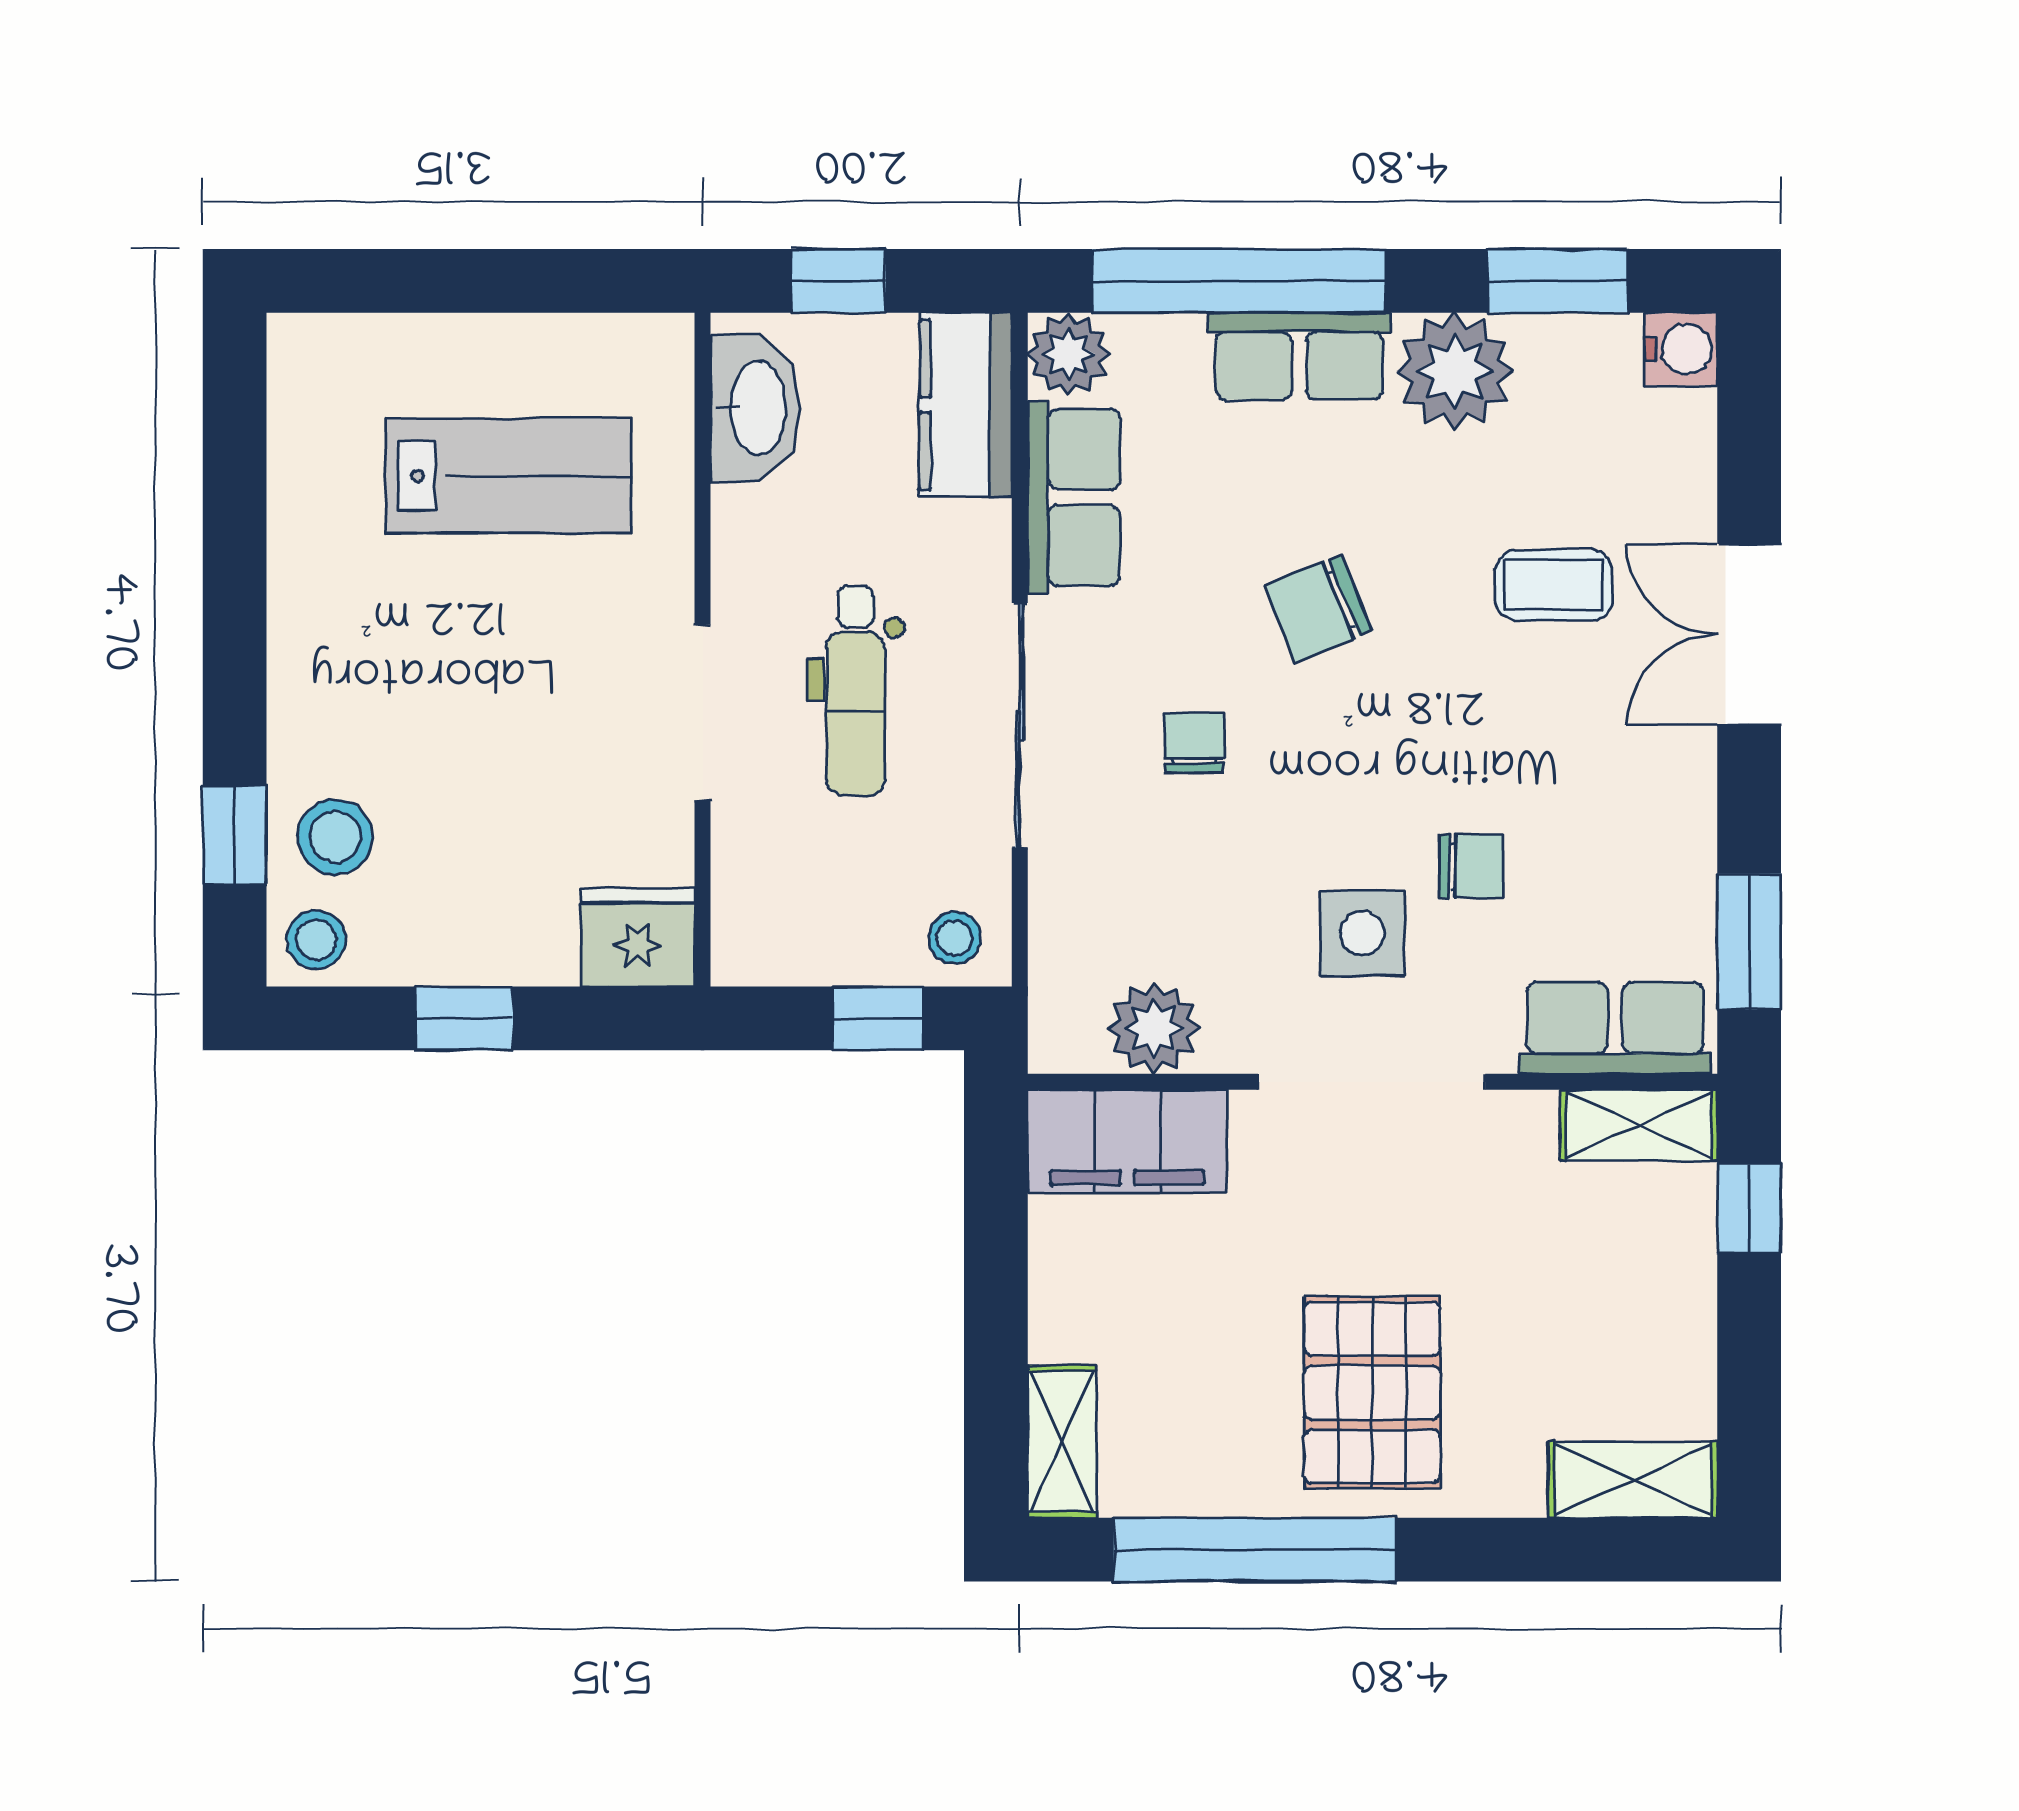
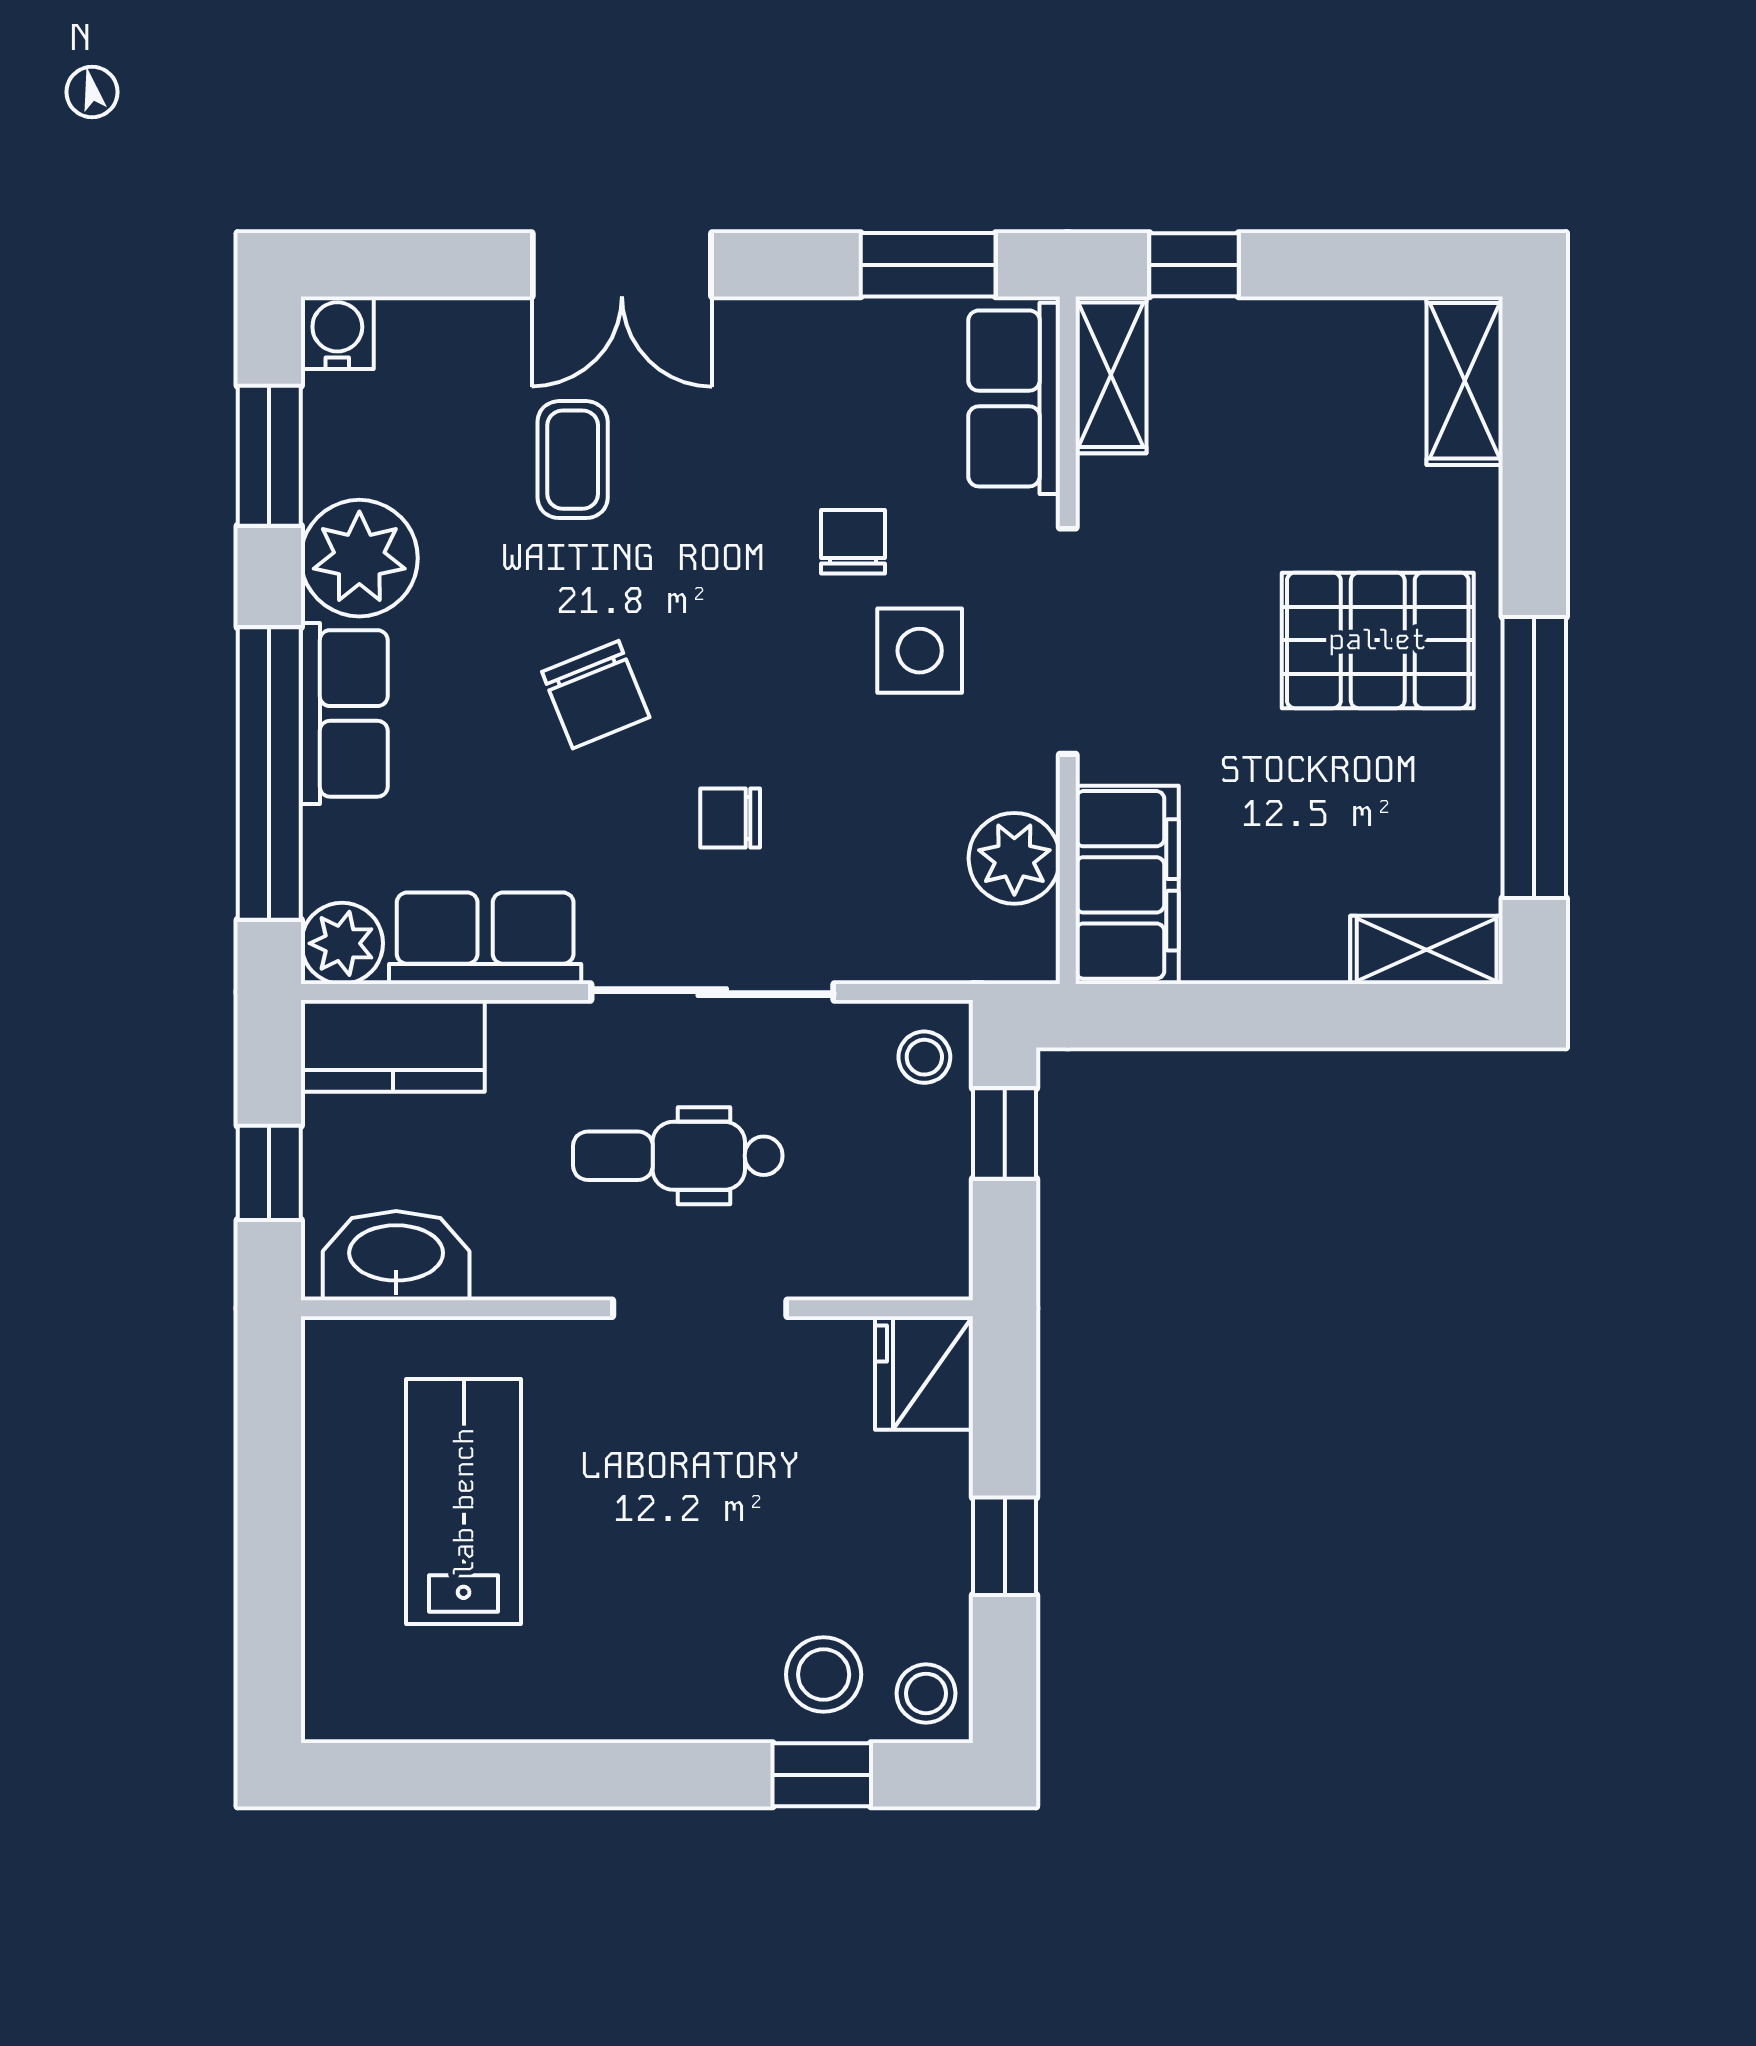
dental chair: (856, 691) -> (678, 1156), turned 180

